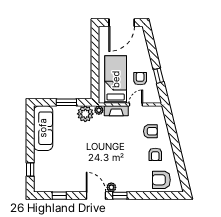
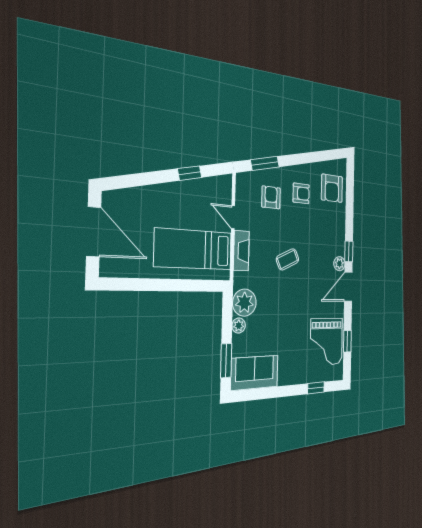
armchair: (140, 79) -> (194, 206), removed
window: (66, 102) -> (226, 361), moved
plant: (99, 110) -> (239, 326), moved
window: (171, 126) -> (265, 163), added
sofa: (43, 128) -> (255, 373), width x0.73
coffee table: (112, 145) -> (288, 259), added
grand piano: (60, 177) -> (326, 342), added

